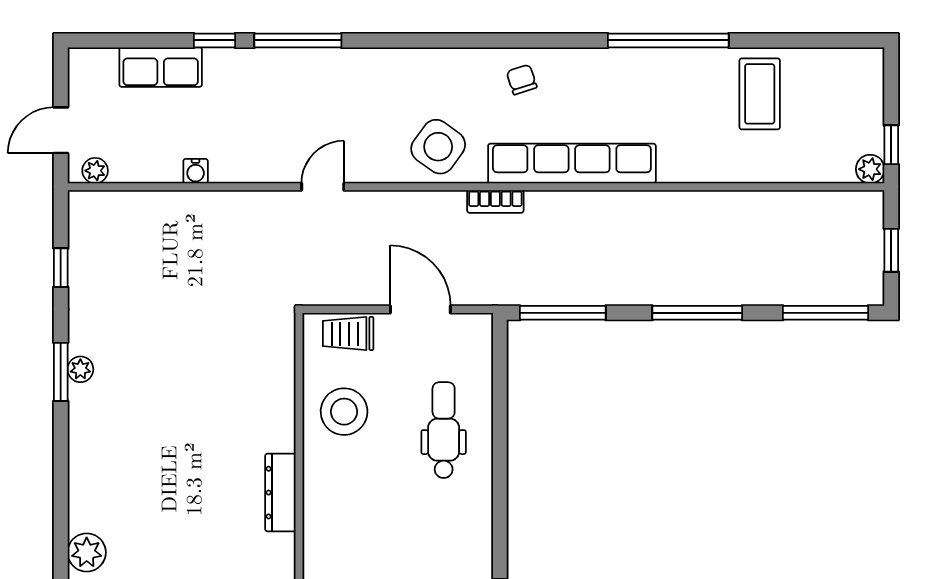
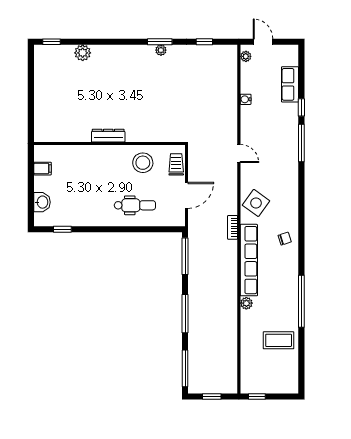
plant: (870, 169) -> (246, 303), moved

